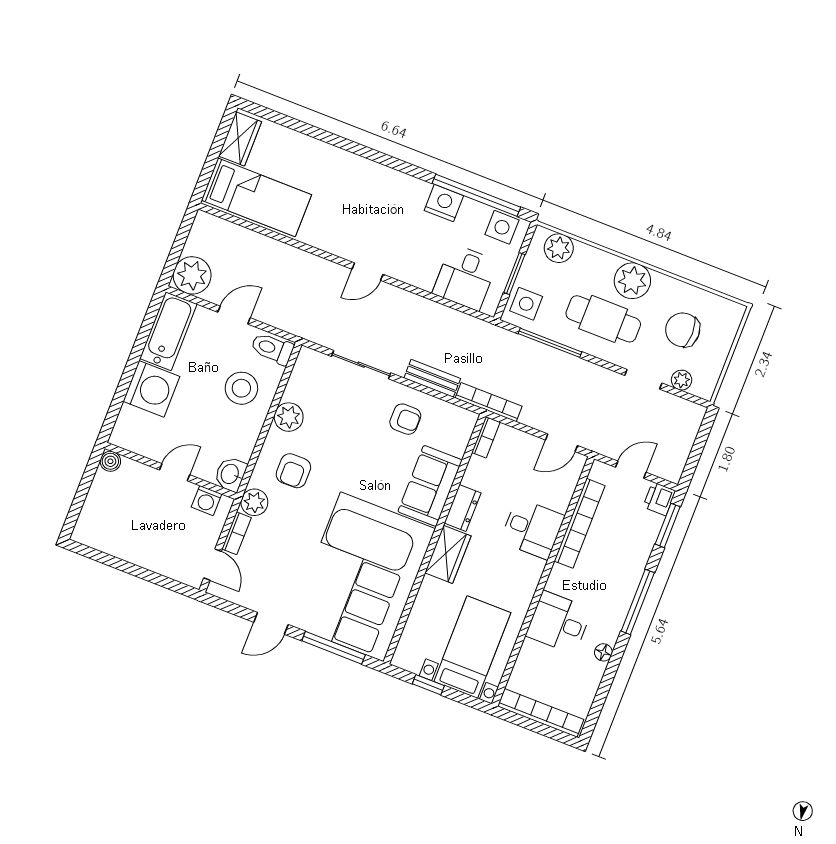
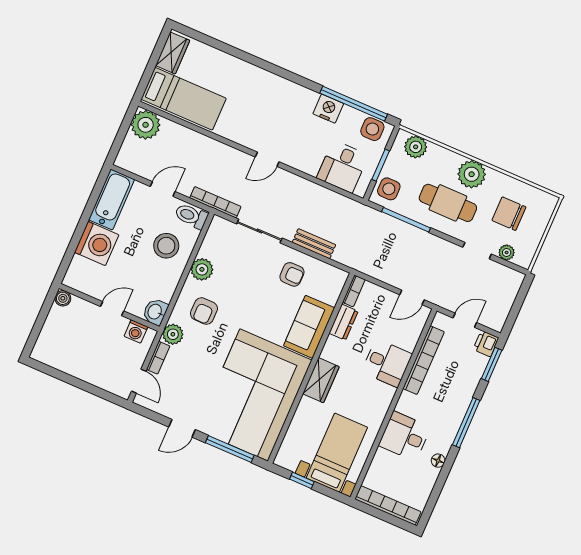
plant: (192, 275) -> (146, 125), moved
bookcase: (489, 402) -> (215, 202), moved
dresser: (463, 508) -> (344, 322), moved

